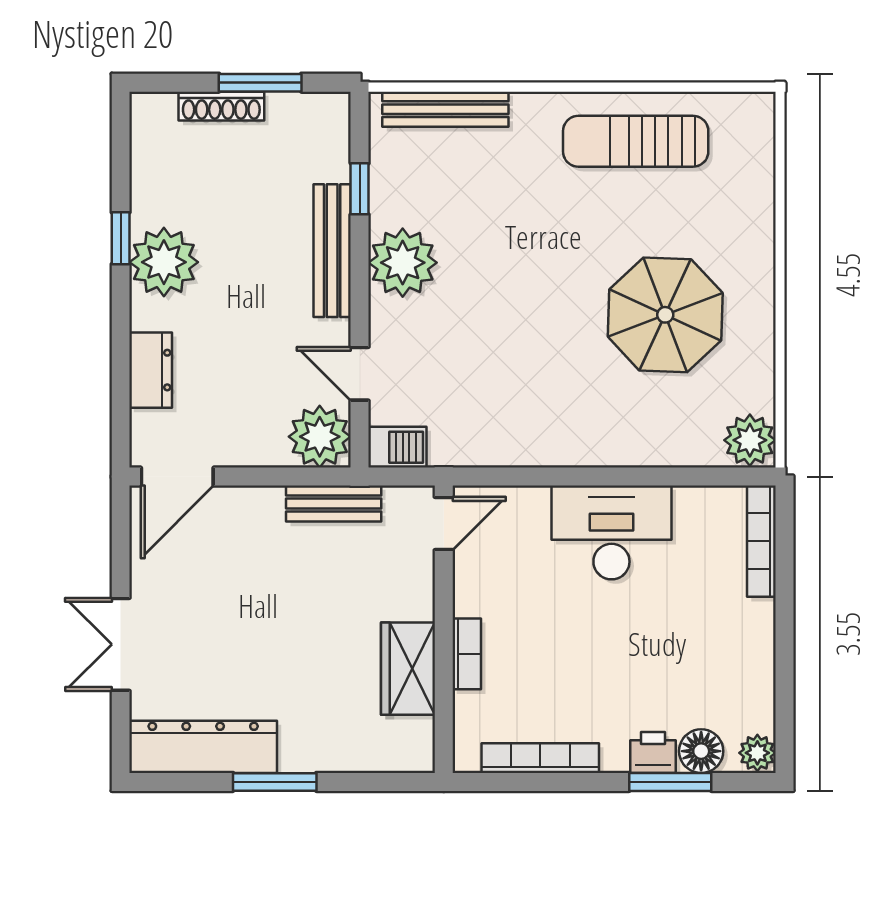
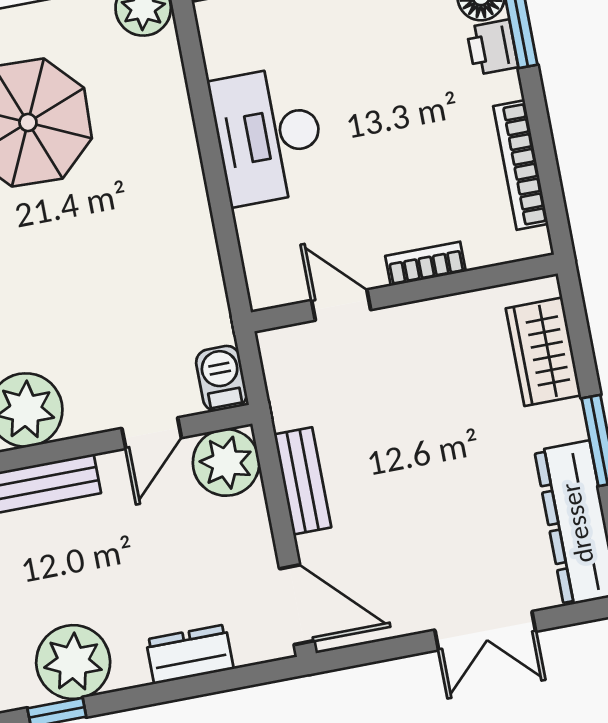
bench: (334, 504) -> (303, 481), moved
door: (444, 524) -> (341, 305), moved
wardrobe: (408, 669) -> (543, 352), moved, turned 90

